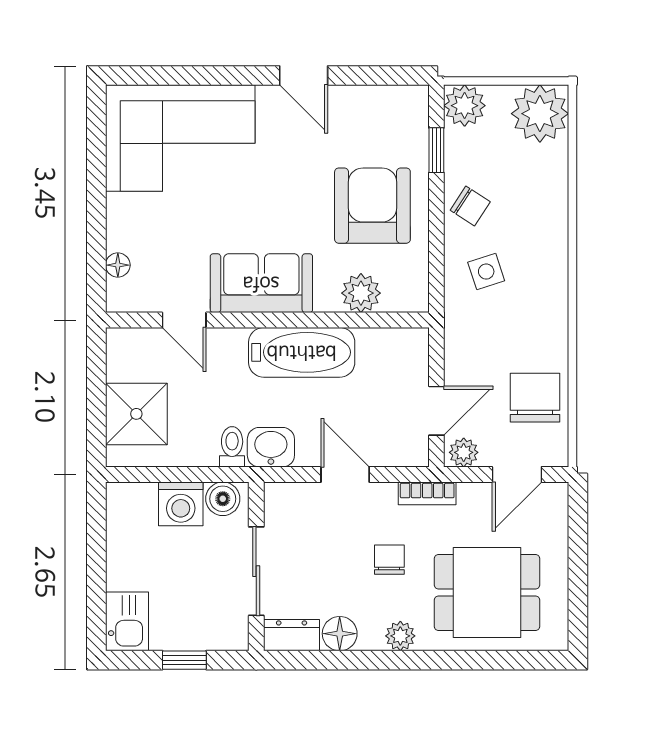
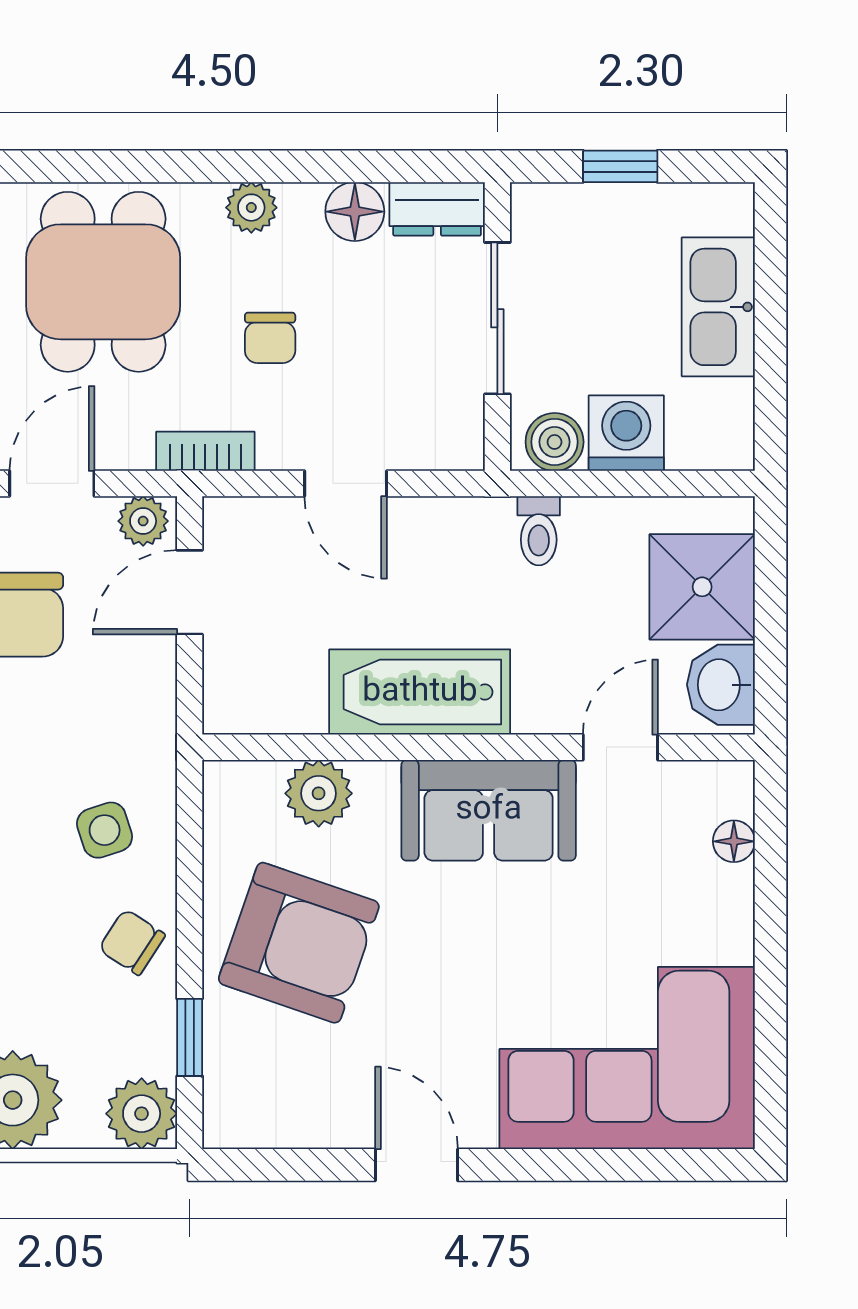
armchair: (372, 206) -> (299, 943), turned -71
door: (184, 320) -> (620, 747), hinge flipped
washbasin: (271, 447) -> (721, 685), moved, turned 90
dining table: (487, 592) -> (103, 282), turned 90
kitchen sink: (127, 621) -> (718, 307), moved, width x1.38

